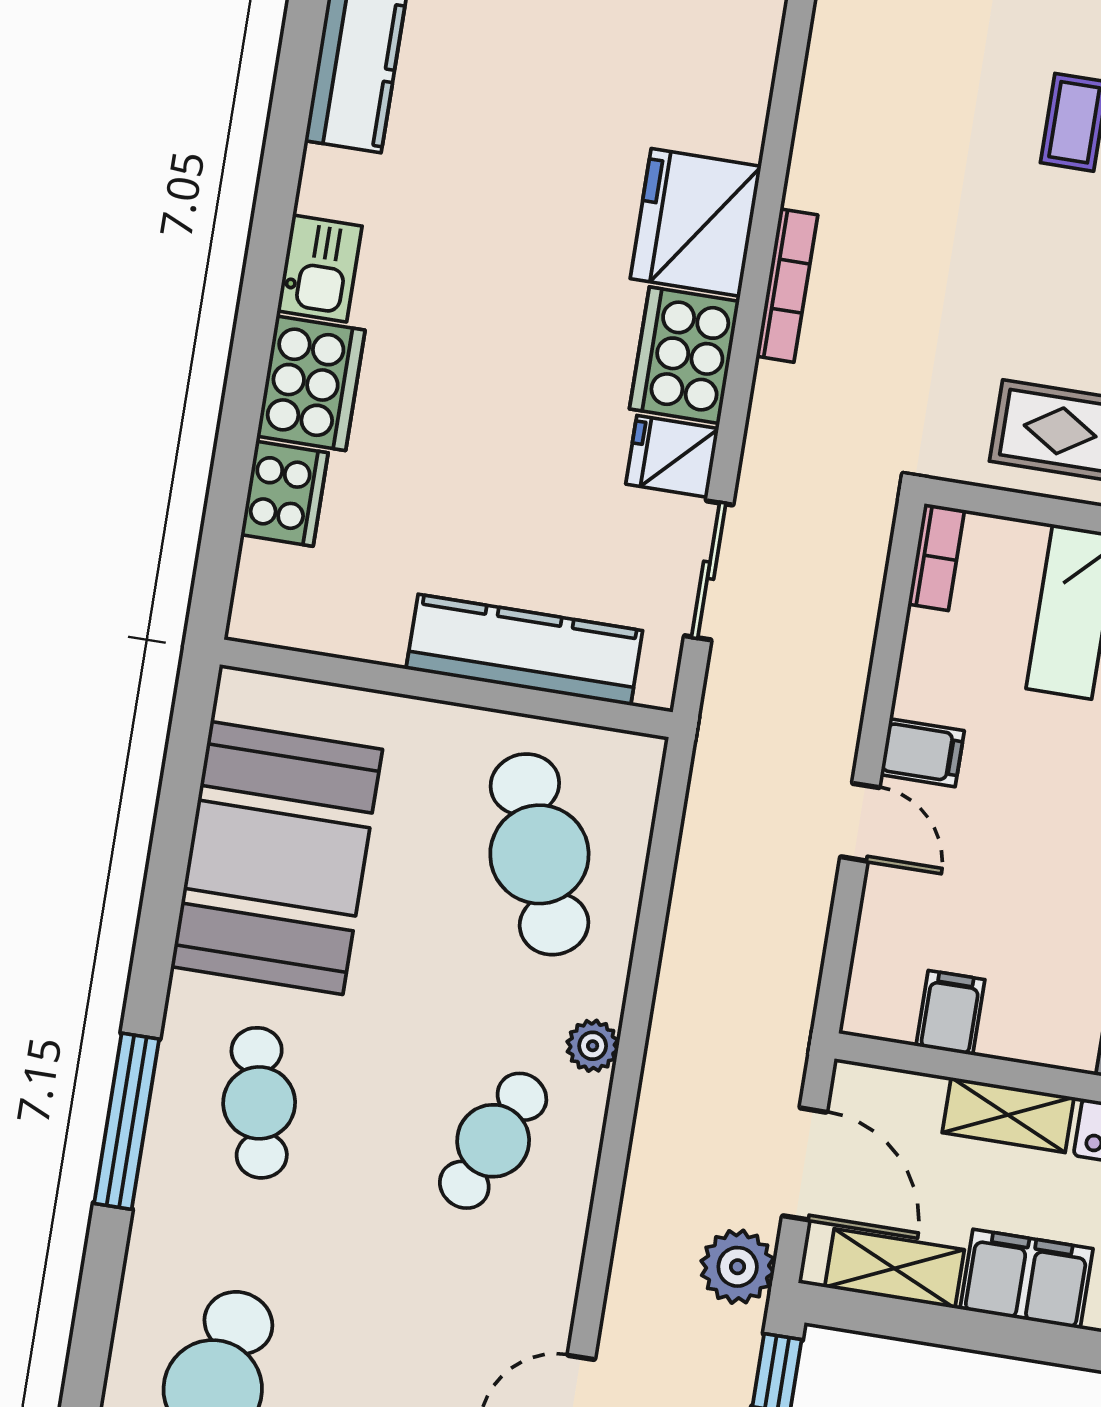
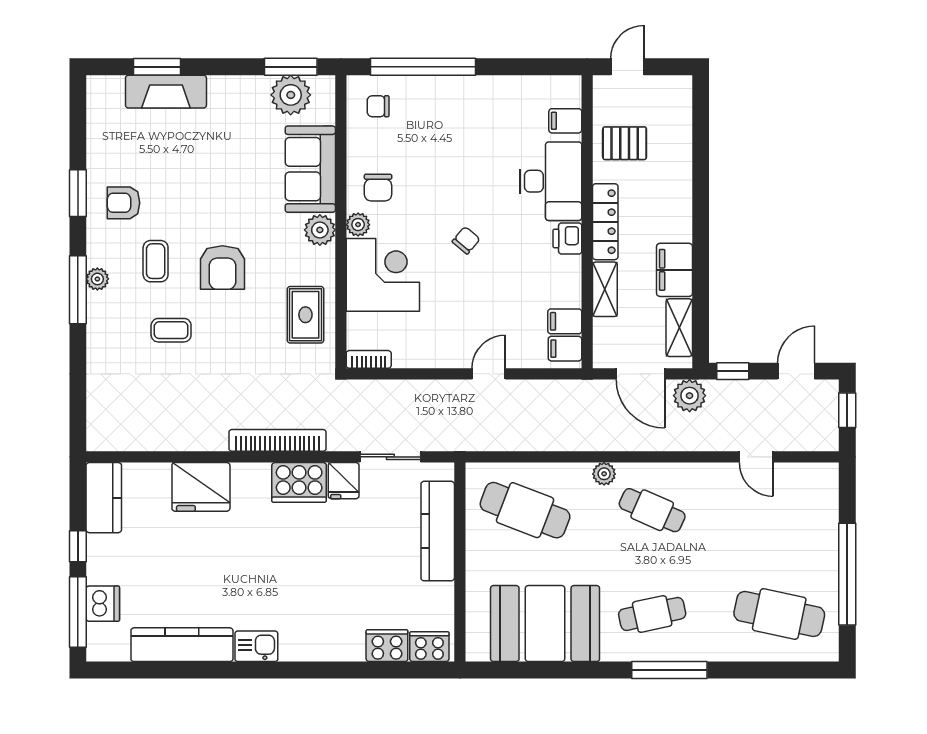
fridge: (696, 222) -> (201, 487), moved
kitchen sink: (320, 268) -> (256, 646), moved
bookcase: (787, 286) -> (278, 440), width x1.48, depth x1.31
cooker: (311, 383) -> (429, 647), moved, width x0.73, depth x0.76
filing cabinet: (922, 753) -> (565, 349), moved, turned -90
cafe table: (539, 854) -> (525, 510), turned 42
door: (805, 1164) -> (640, 374), swing flipped

